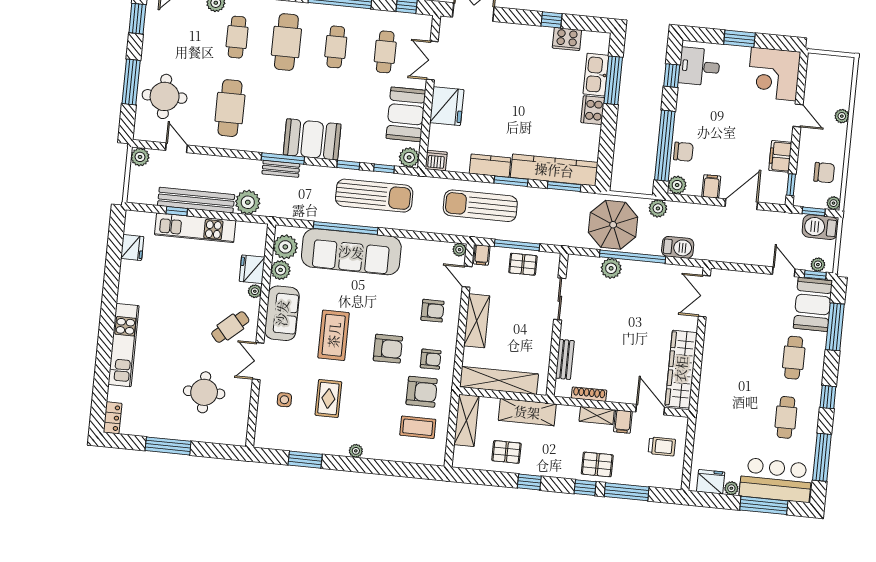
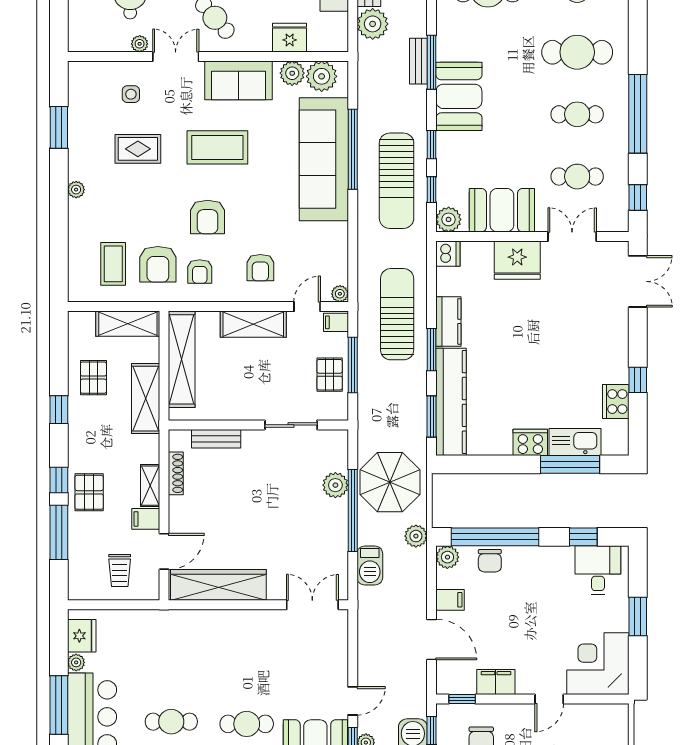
plant: (255, 291) -> (140, 44), moved

